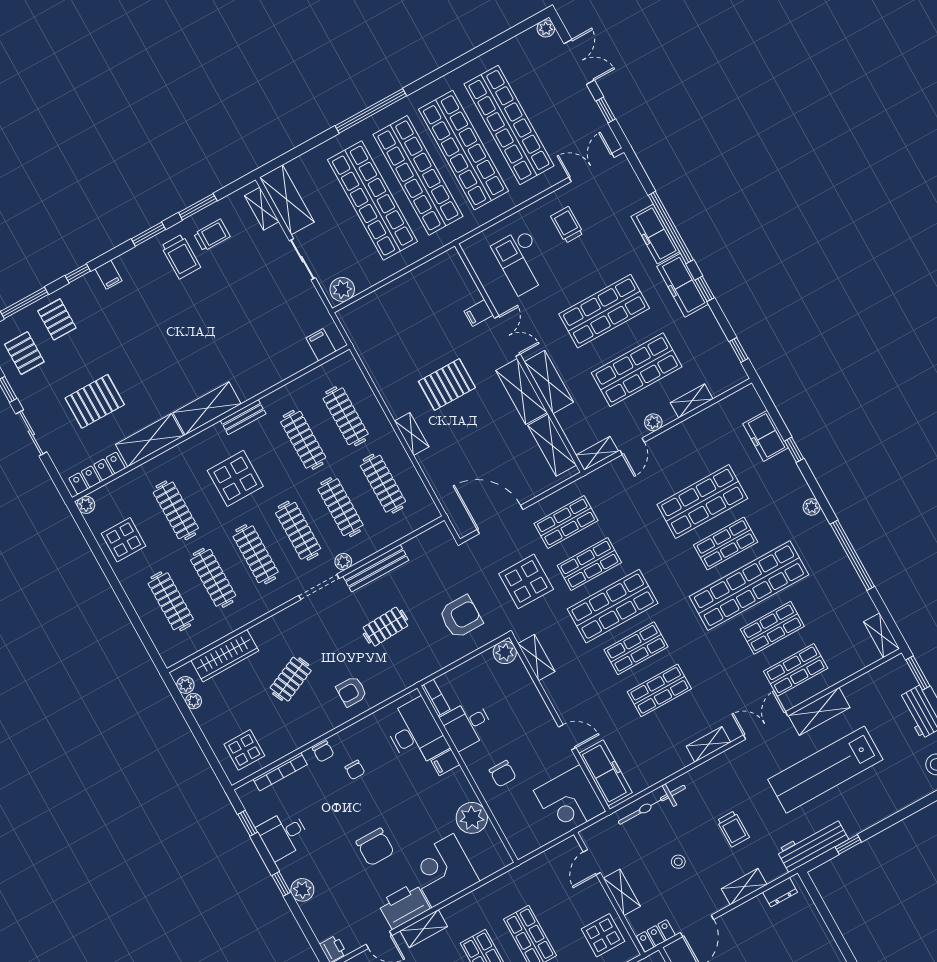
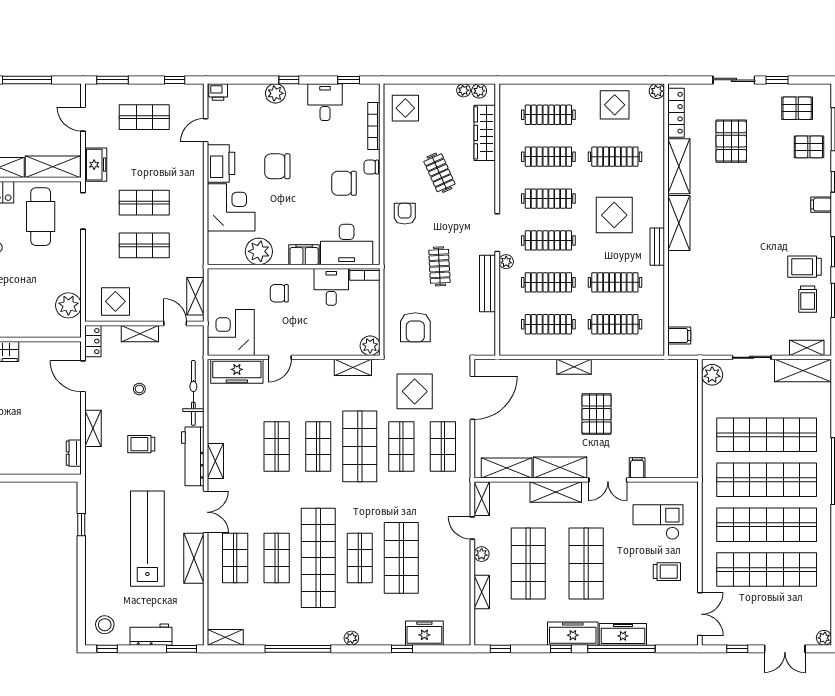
filing cabinet: (445, 763) -> (304, 255), width x2.00
chair: (355, 770) -> (344, 183), width x1.87, depth x1.87
workbench: (813, 845) -> (193, 456), moved, turned 180
shelving: (424, 929) -> (195, 296), moved

